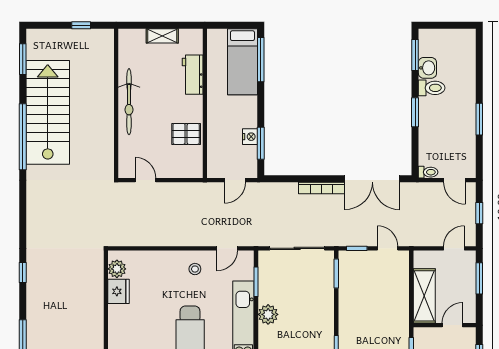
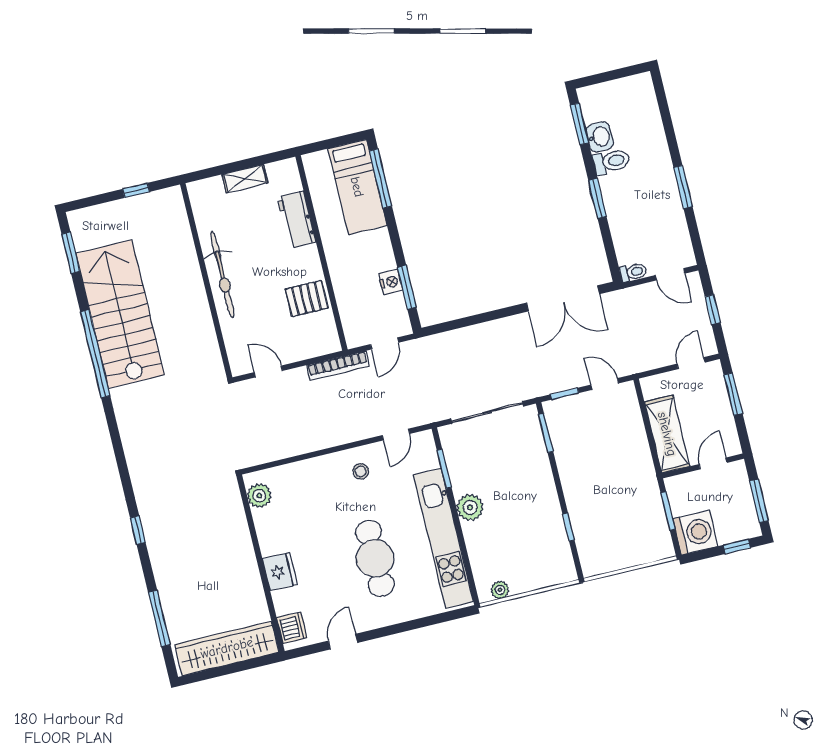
bookcase: (321, 188) -> (338, 366), moved
fridge: (119, 291) -> (280, 572), moved

